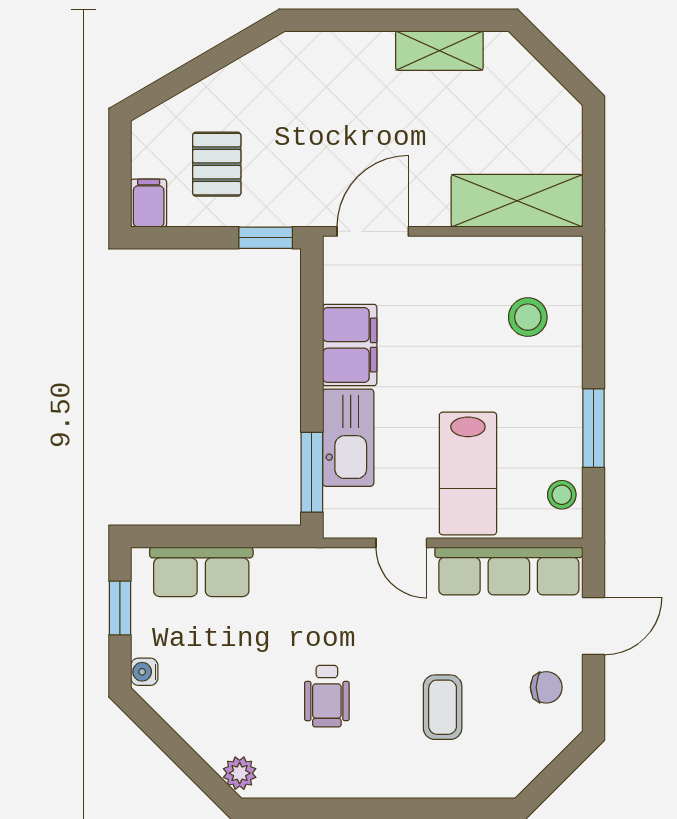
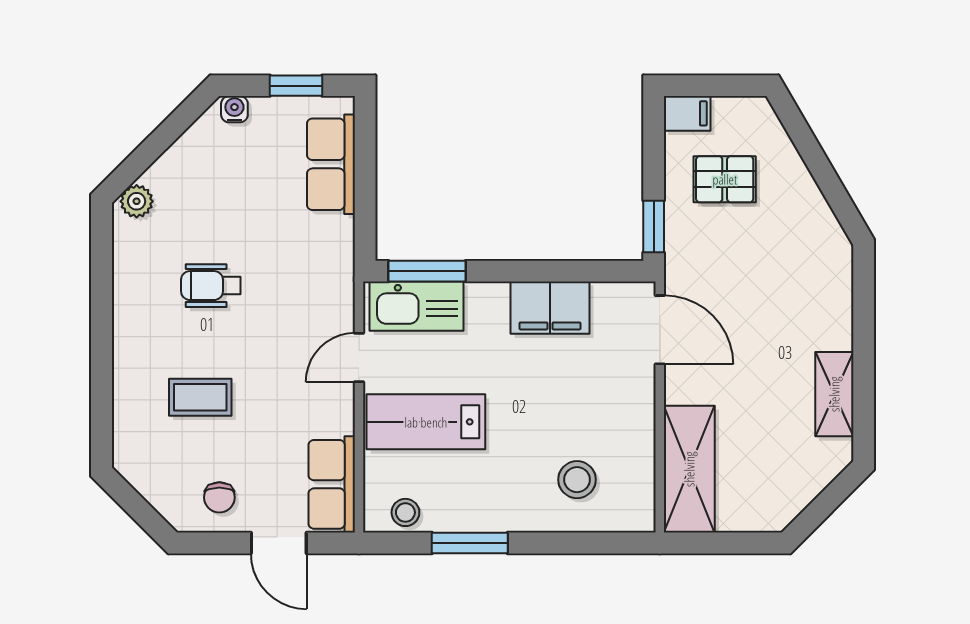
kitchen sink: (348, 438) -> (417, 306), moved
row of seats: (509, 571) -> (332, 484), width x0.68

